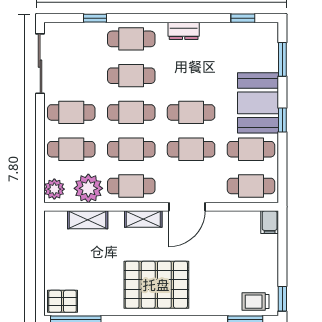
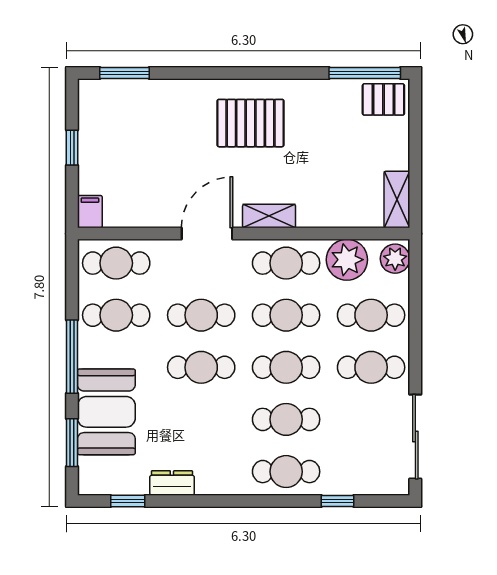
dresser: (184, 31) -> (172, 483), moved
booth: (258, 103) -> (106, 412), moved
window: (282, 120) -> (72, 357), width x2.17
shelving: (88, 220) -> (397, 200), moved, turned 90
pallet: (156, 285) -> (251, 123), width x0.73, depth x0.71
window: (282, 299) -> (72, 148), moved
trolley: (255, 302) -> (110, 99), removed

